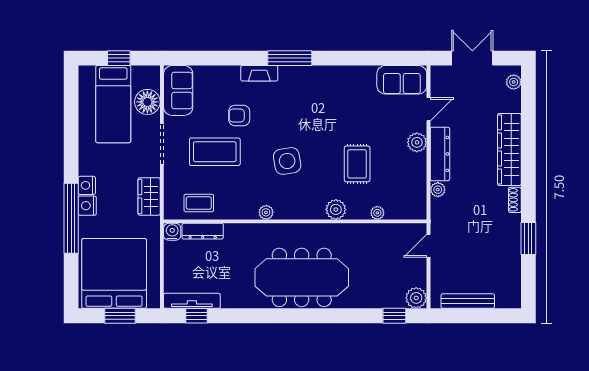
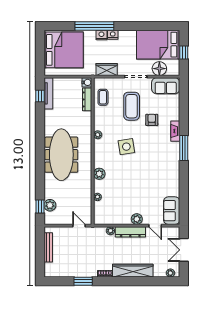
double door: (472, 58) -> (184, 250), swing flipped
bed: (113, 104) -> (158, 45), width x1.50
rug: (357, 164) -> (125, 186), removed
plant: (416, 298) -> (50, 205), moved
window: (120, 316) -> (40, 53), removed

